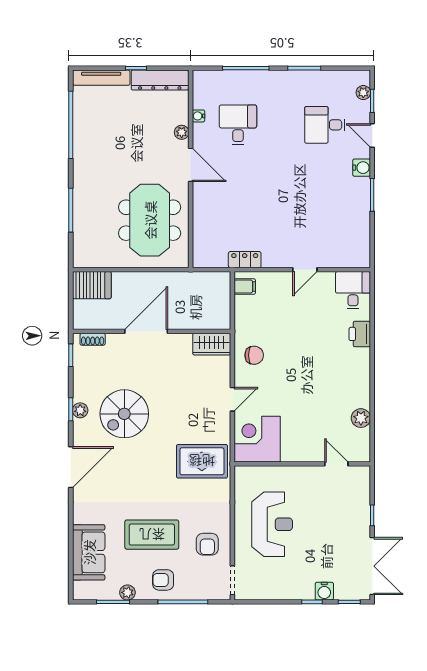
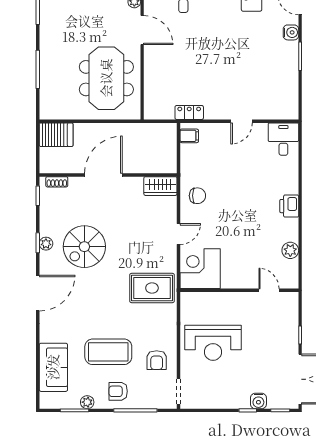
printer: (360, 334) -> (289, 206), moved
reception desk: (272, 524) -> (213, 343), turned 90

